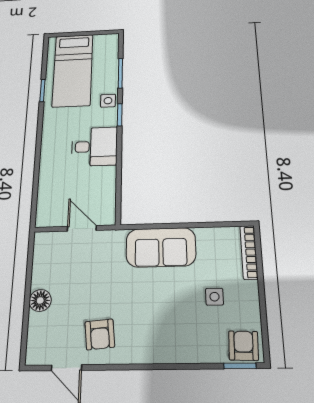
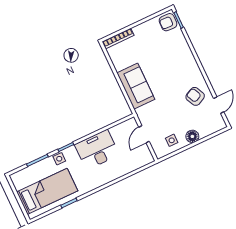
desk: (94, 147) -> (97, 150), width x1.37
side table: (214, 297) -> (172, 140), moved
armchair: (100, 334) -> (195, 96), turned -111

